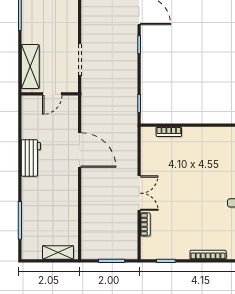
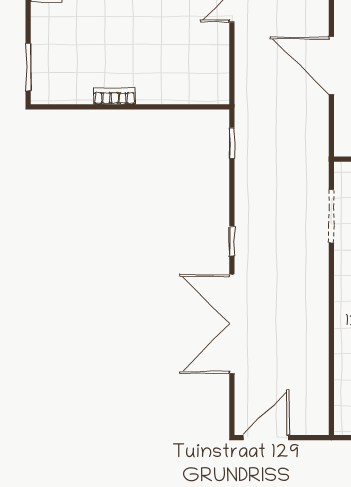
bookcase: (169, 132) -> (114, 96), moved

